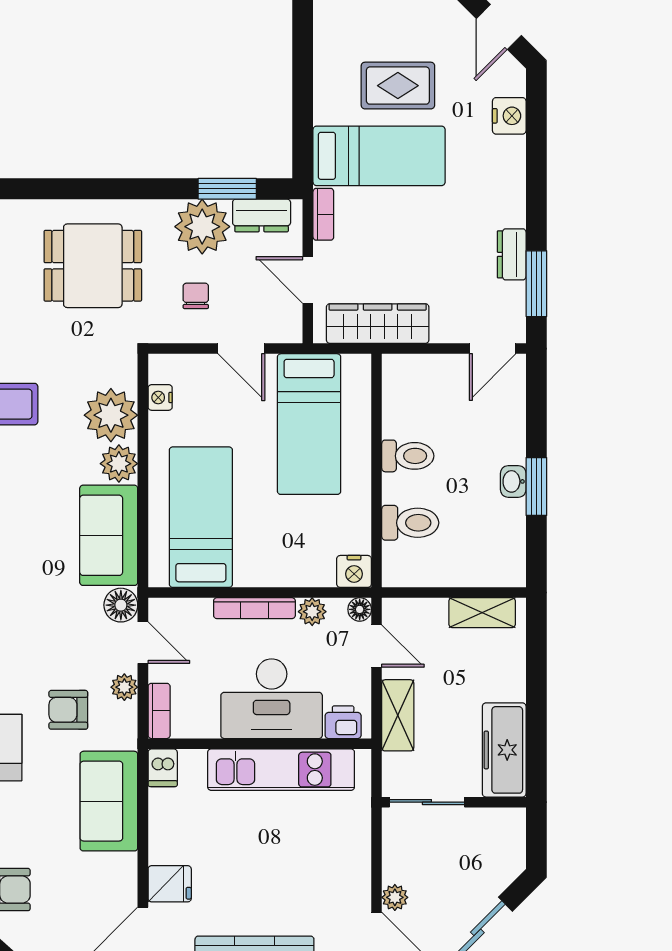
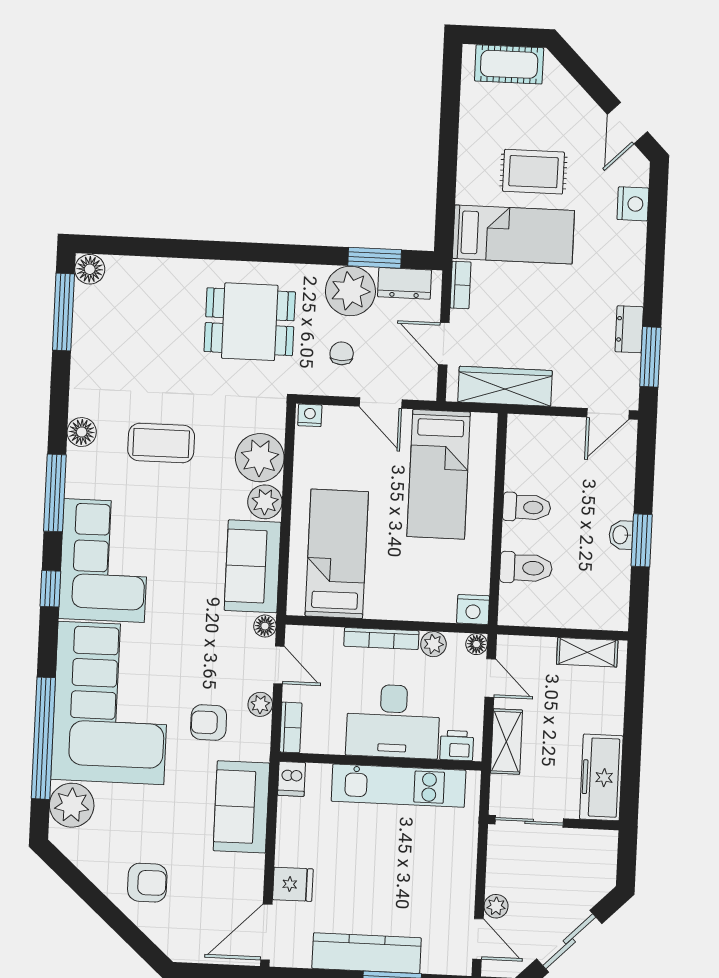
nightstand: (160, 397) -> (310, 415), moved, turned 90
floor lamp: (121, 605) -> (265, 626), width x0.73, depth x0.73

